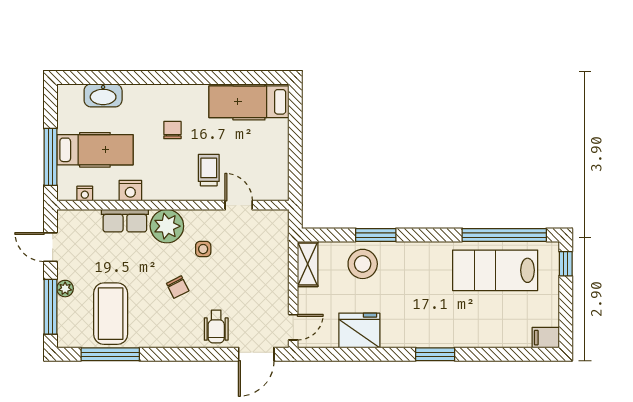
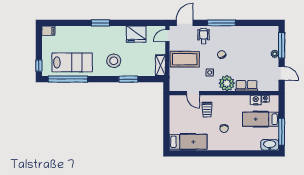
washbasin: (103, 95) -> (270, 145), moved
window: (50, 157) -> (282, 132), moved
nightstand: (130, 191) -> (256, 100), moved
stool: (363, 264) -> (114, 61), moved
coffee table: (111, 314) -> (185, 59), moved, turned 90
window: (110, 354) -> (221, 23), moved

